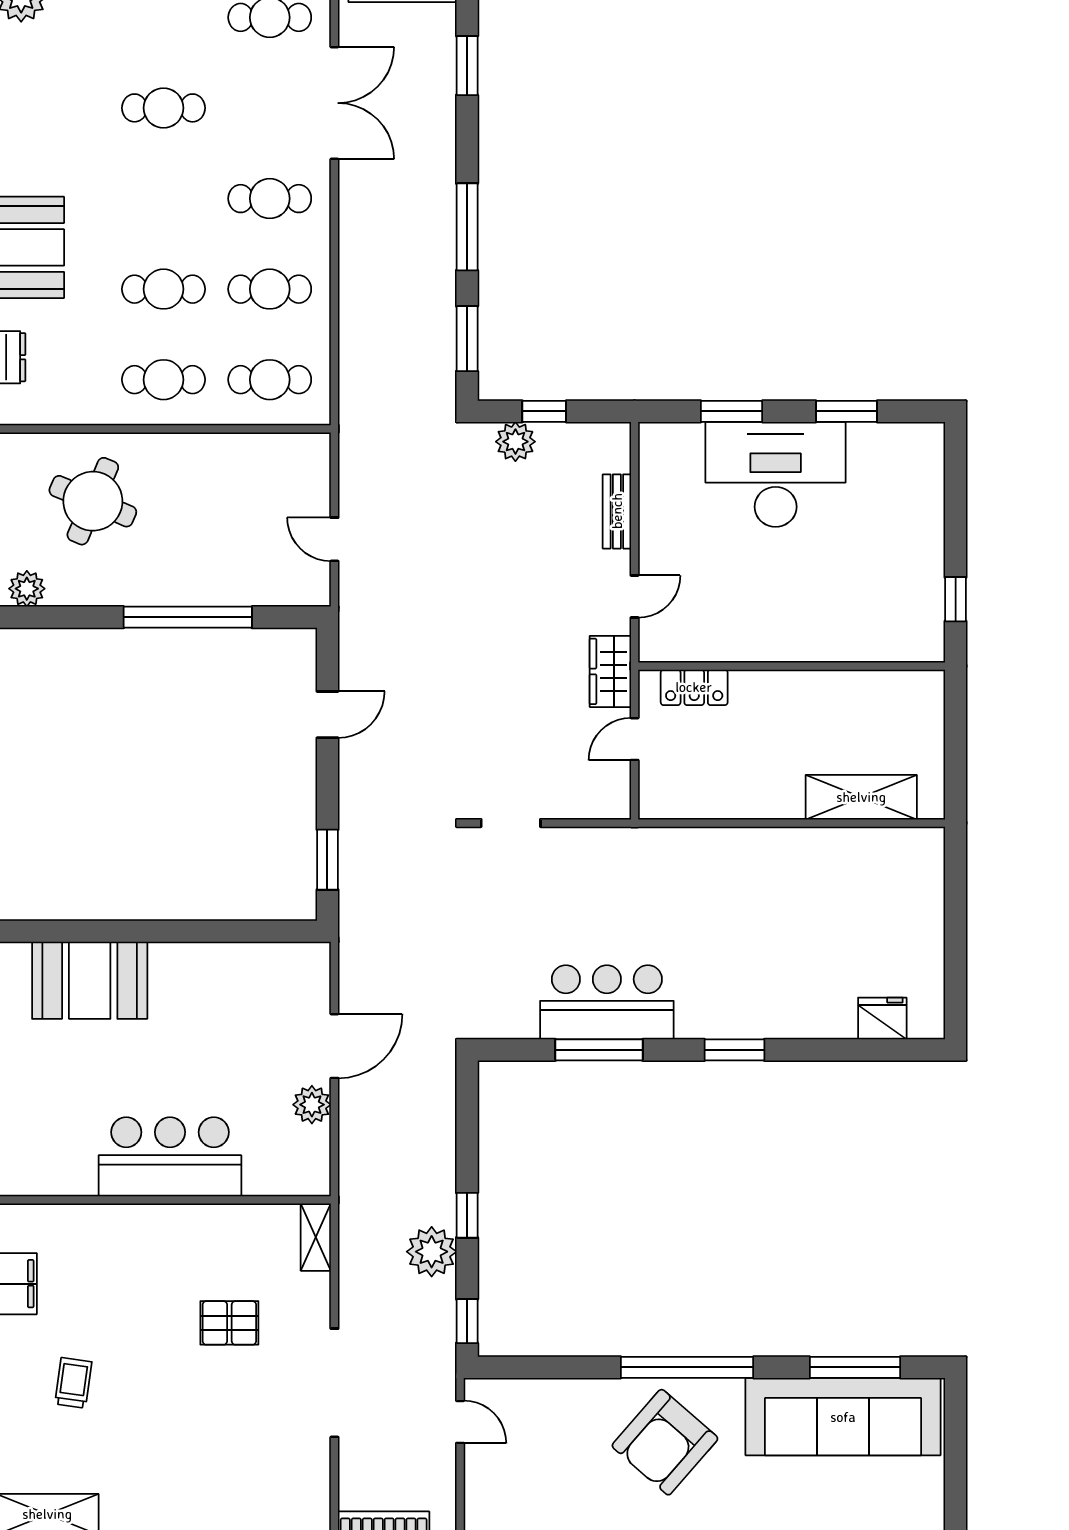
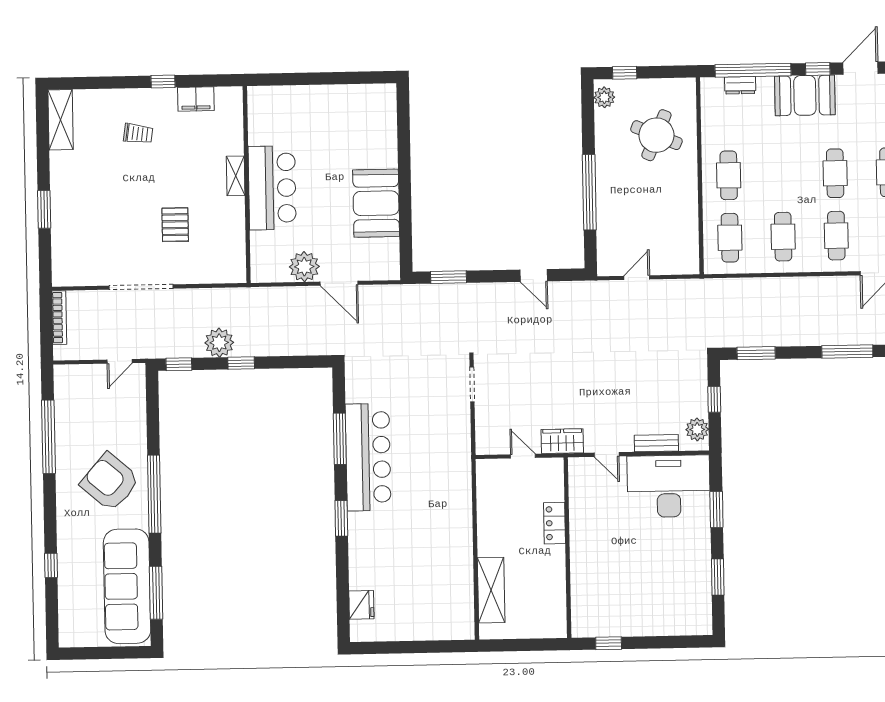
window: (467, 227) -> (847, 351), moved
cafe table: (164, 289) -> (835, 173), moved
plant: (515, 442) -> (697, 429), moved
desk: (776, 474) -> (669, 486), moved, turned -90
locker: (694, 687) -> (554, 523), moved
booth: (90, 980) -> (376, 203), moved
bar counter: (607, 1002) -> (368, 457), width x1.36
plant: (312, 1105) -> (304, 267), width x1.36, depth x1.36
shelving: (316, 1237) -> (236, 176), moved, turned 90

